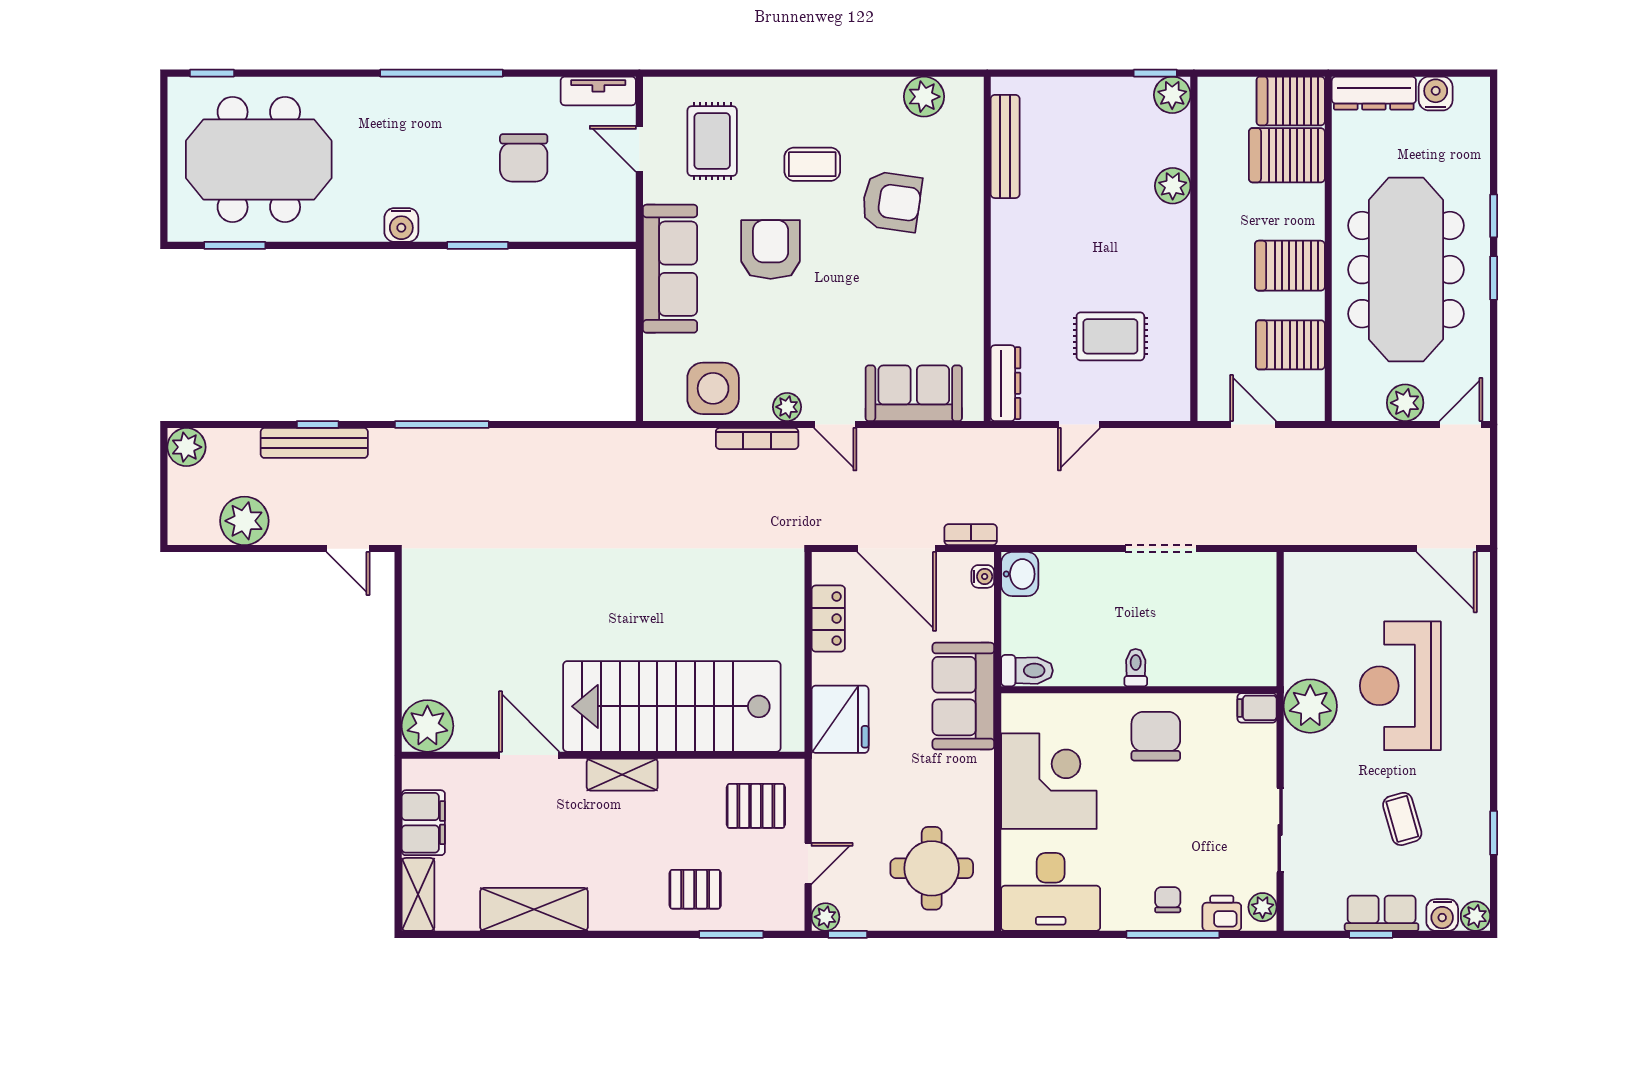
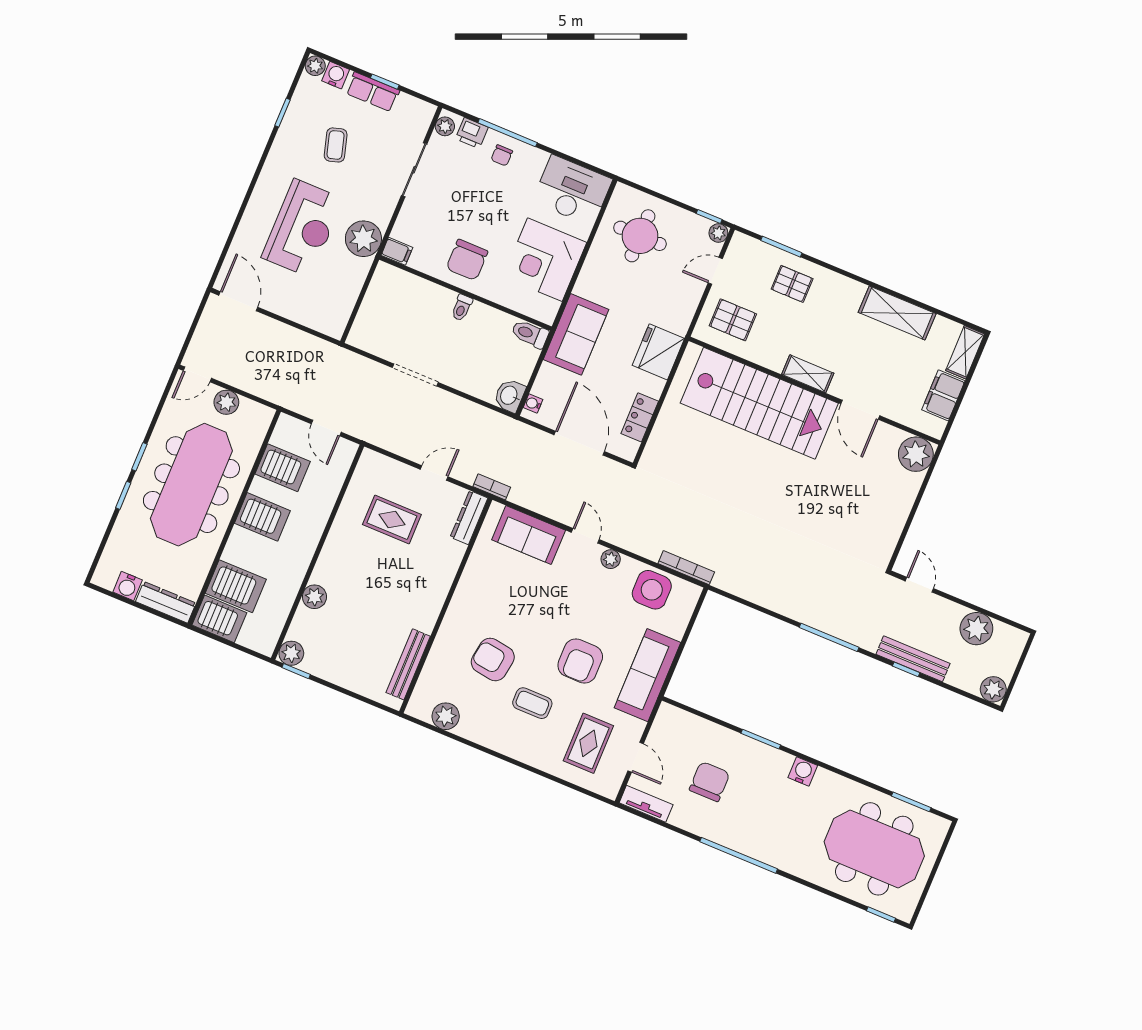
bookcase: (757, 439) -> (686, 568), moved
bookcase: (971, 535) -> (492, 487), moved, turned 180

